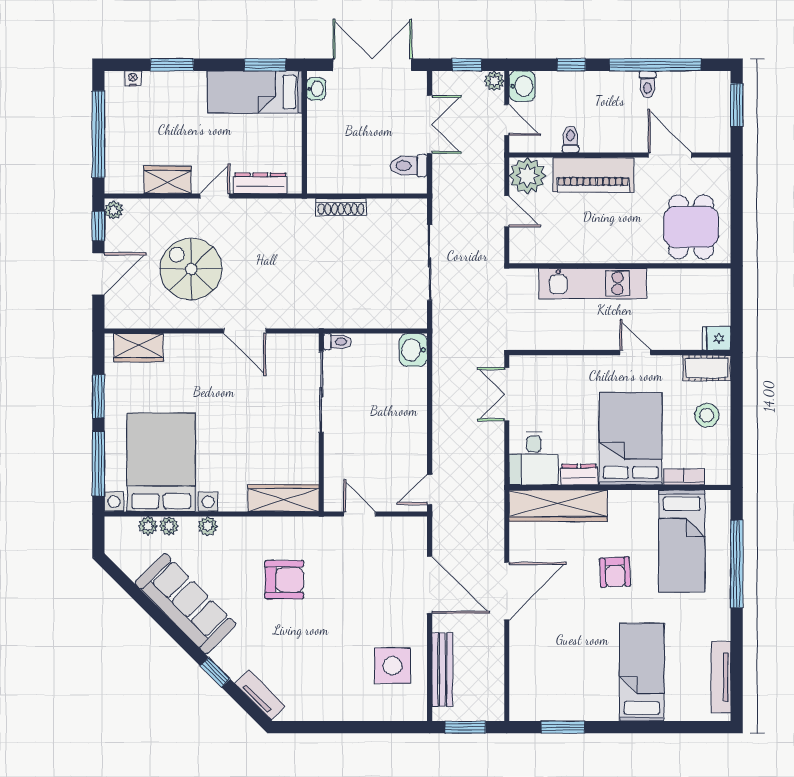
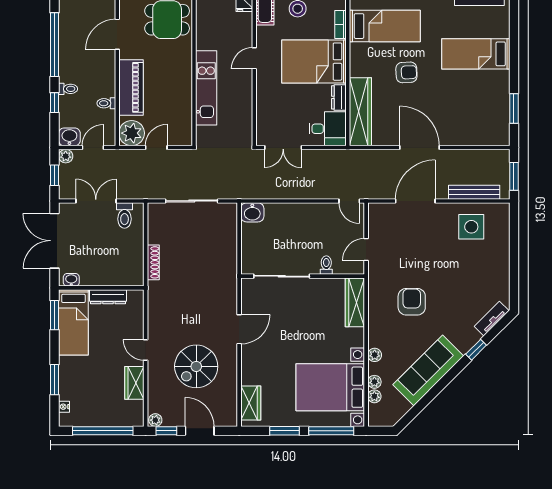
toilet: (647, 84) -> (68, 89), moved
dresser: (260, 183) -> (108, 297), moved, turned -90
toilet: (337, 342) -> (326, 265), moved

